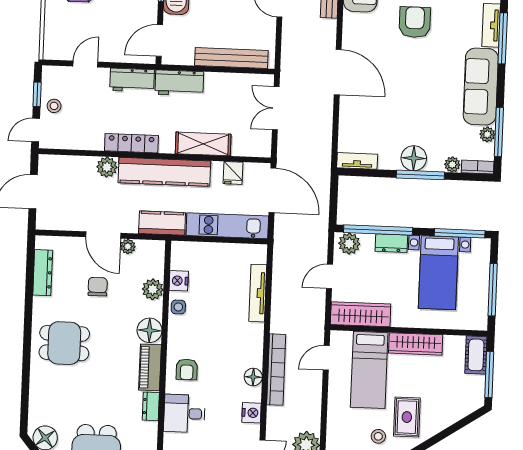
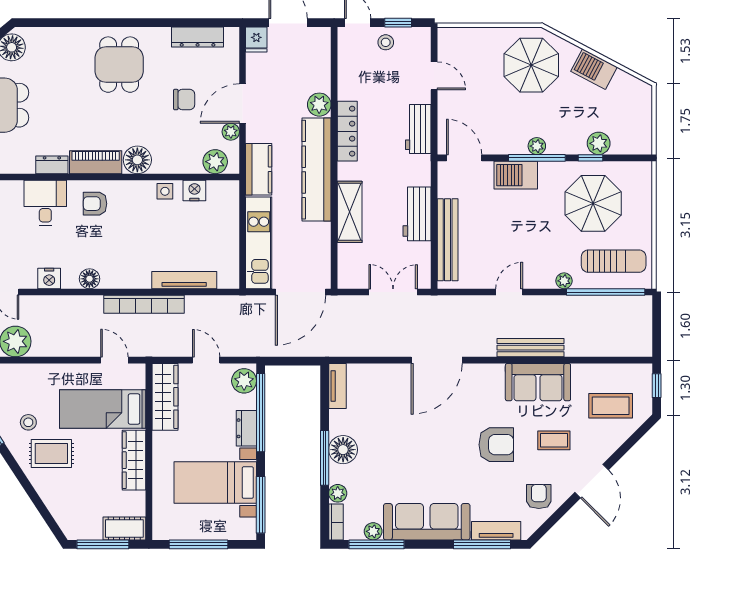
workbench: (179, 83) -> (417, 214), moved
fridge: (233, 173) -> (256, 39), moved, turned -90
plant: (153, 289) -> (215, 162), moved
bookcase: (276, 370) -> (144, 304), moved

